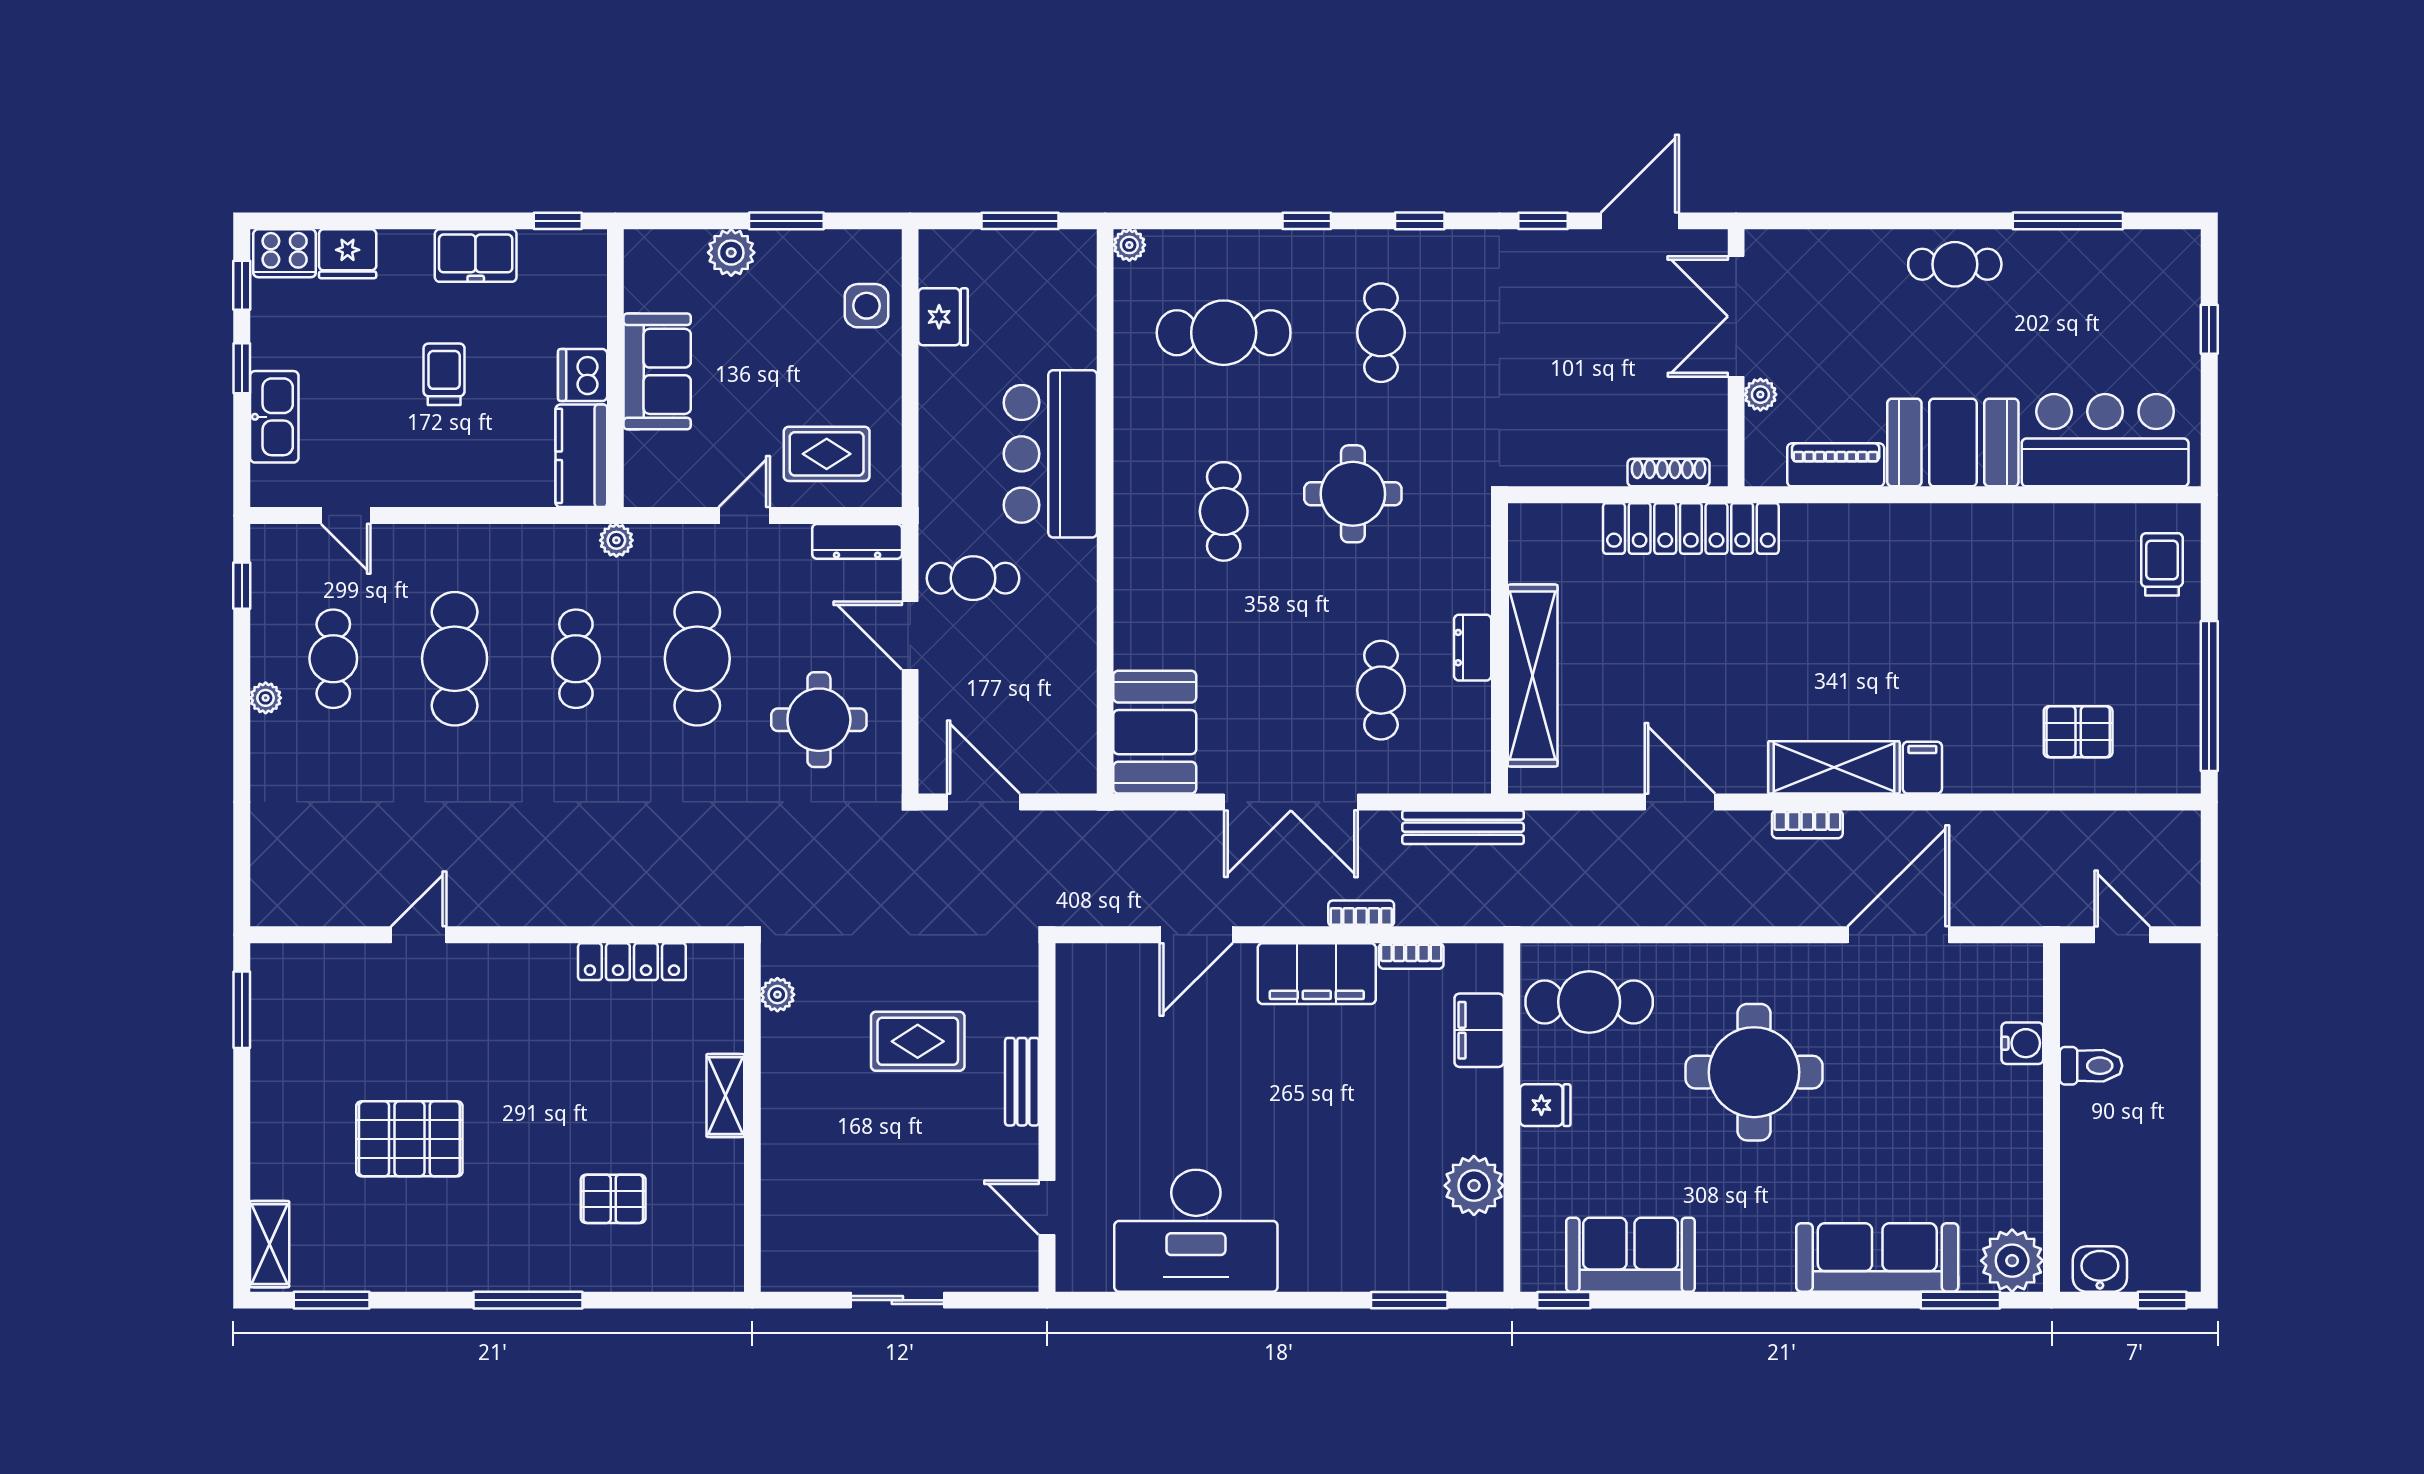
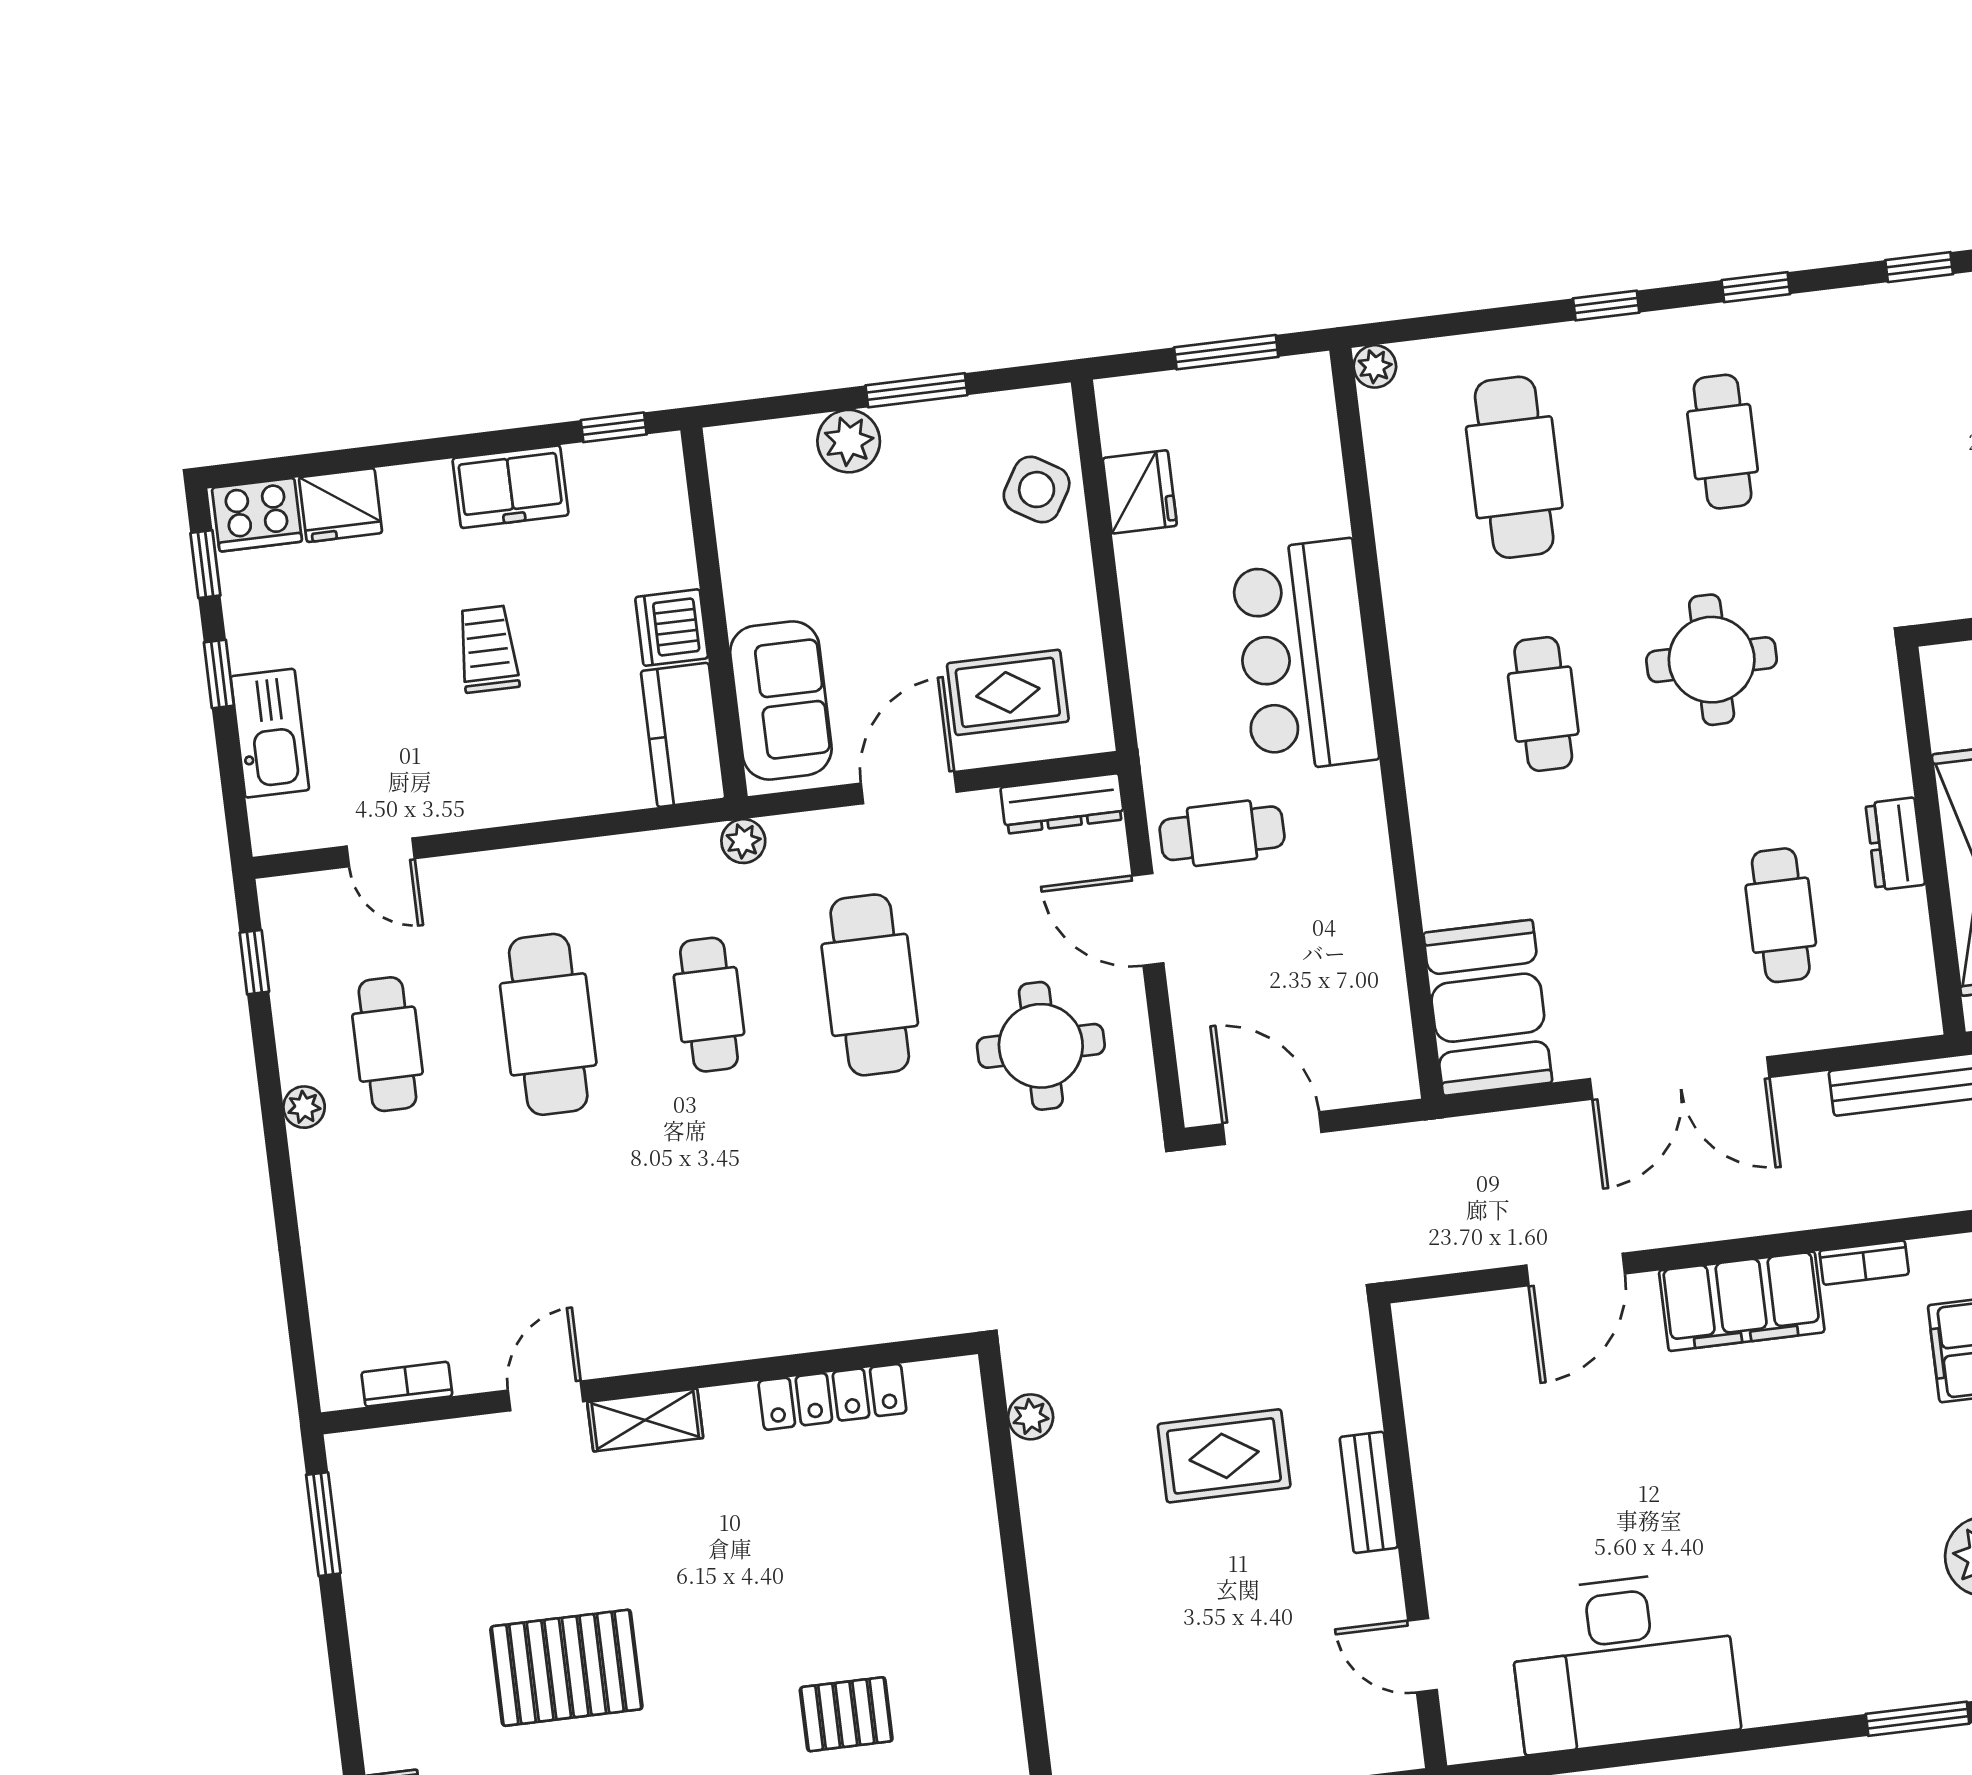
side table: (867, 306) -> (1037, 490), turned 31
cafe table: (1224, 333) -> (1514, 467), turned 90
sofa: (657, 371) -> (781, 700), moved
door: (744, 516) -> (909, 788), width x1.38
bookcase: (1361, 913) -> (407, 1384), moved
shelving: (725, 1096) -> (645, 1420), moved, turned 90

